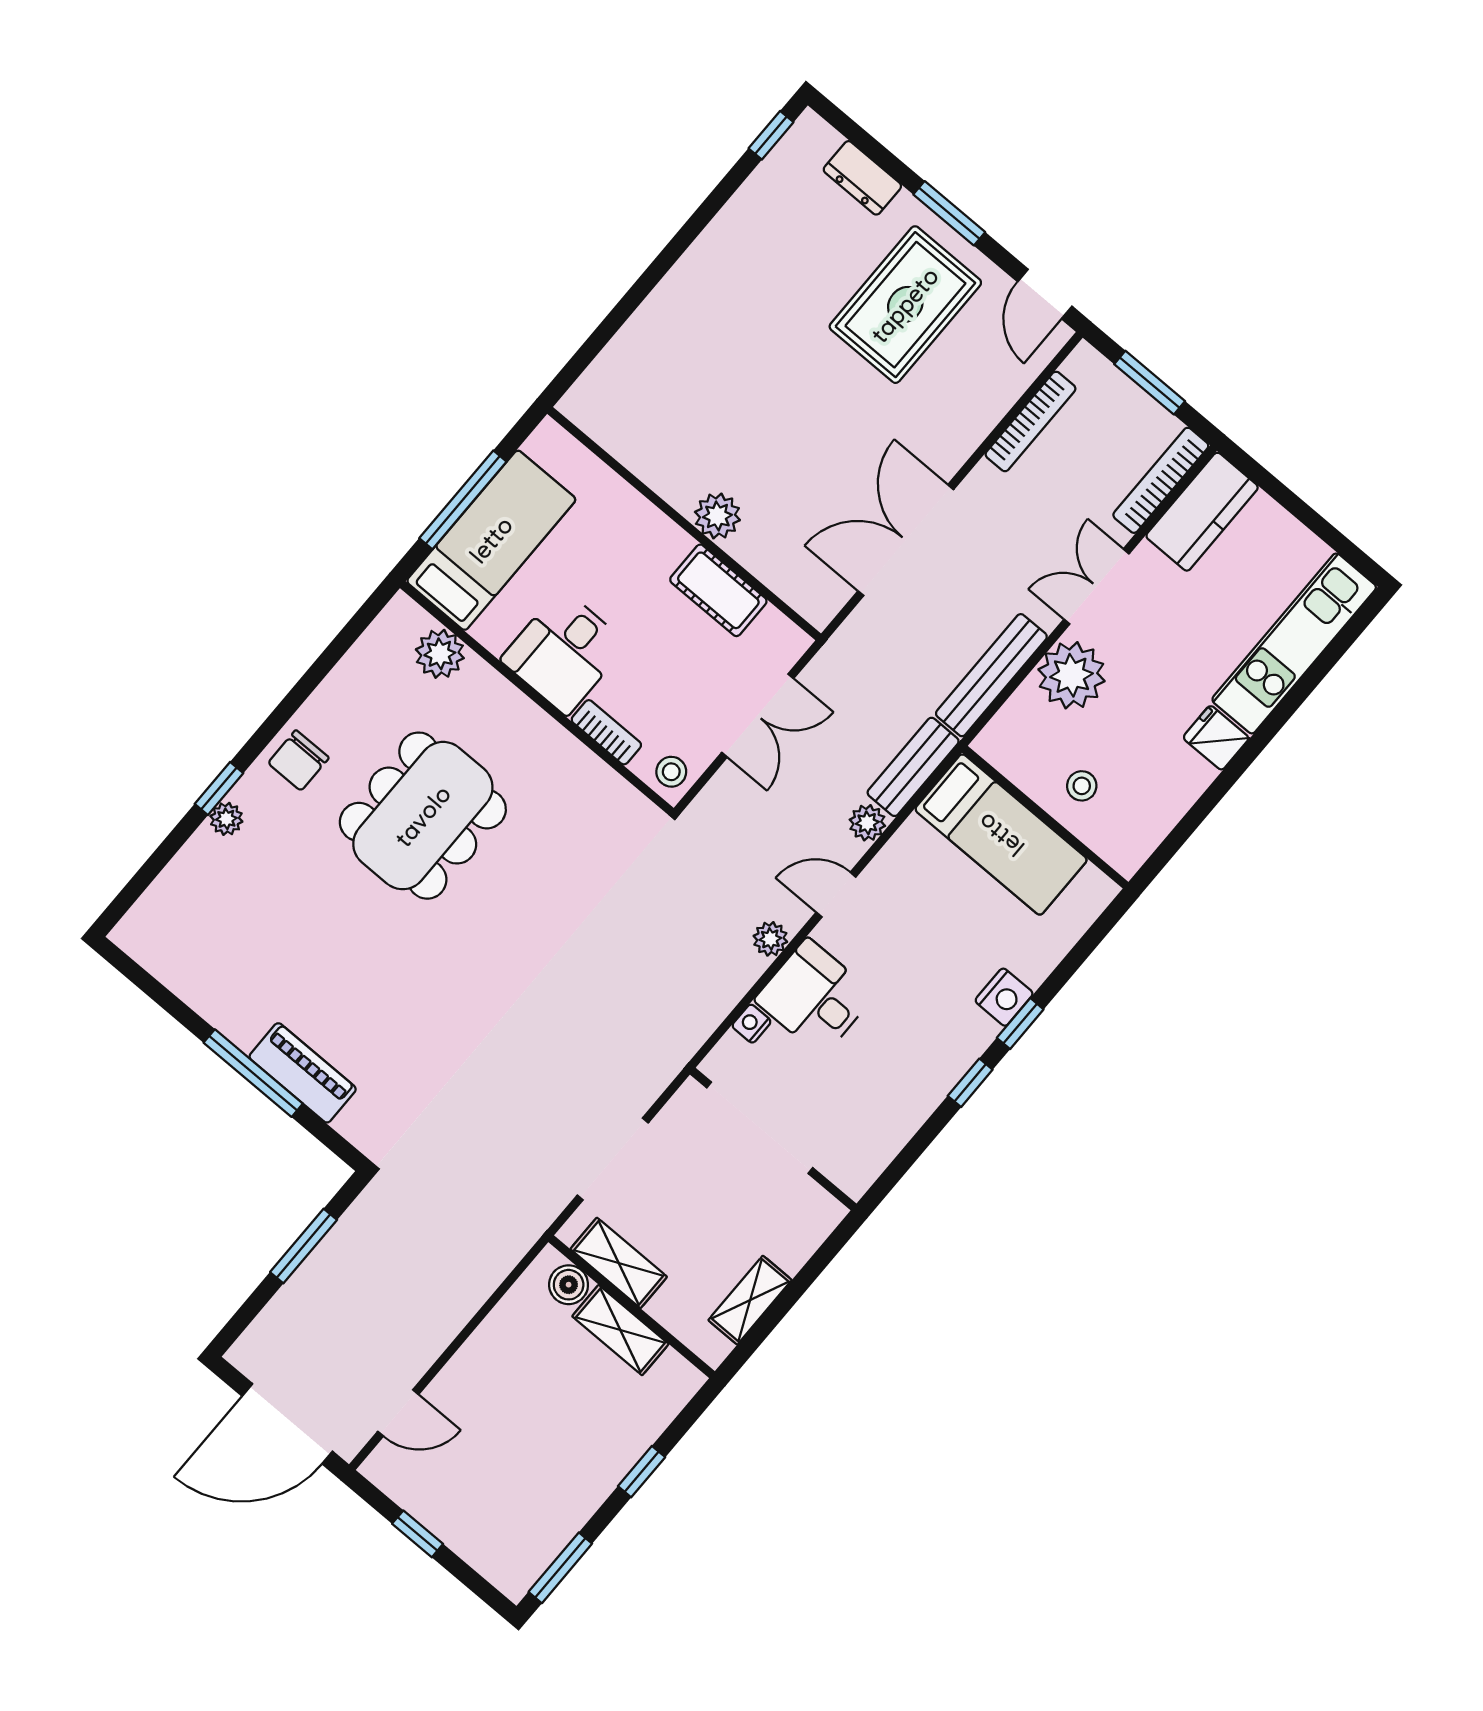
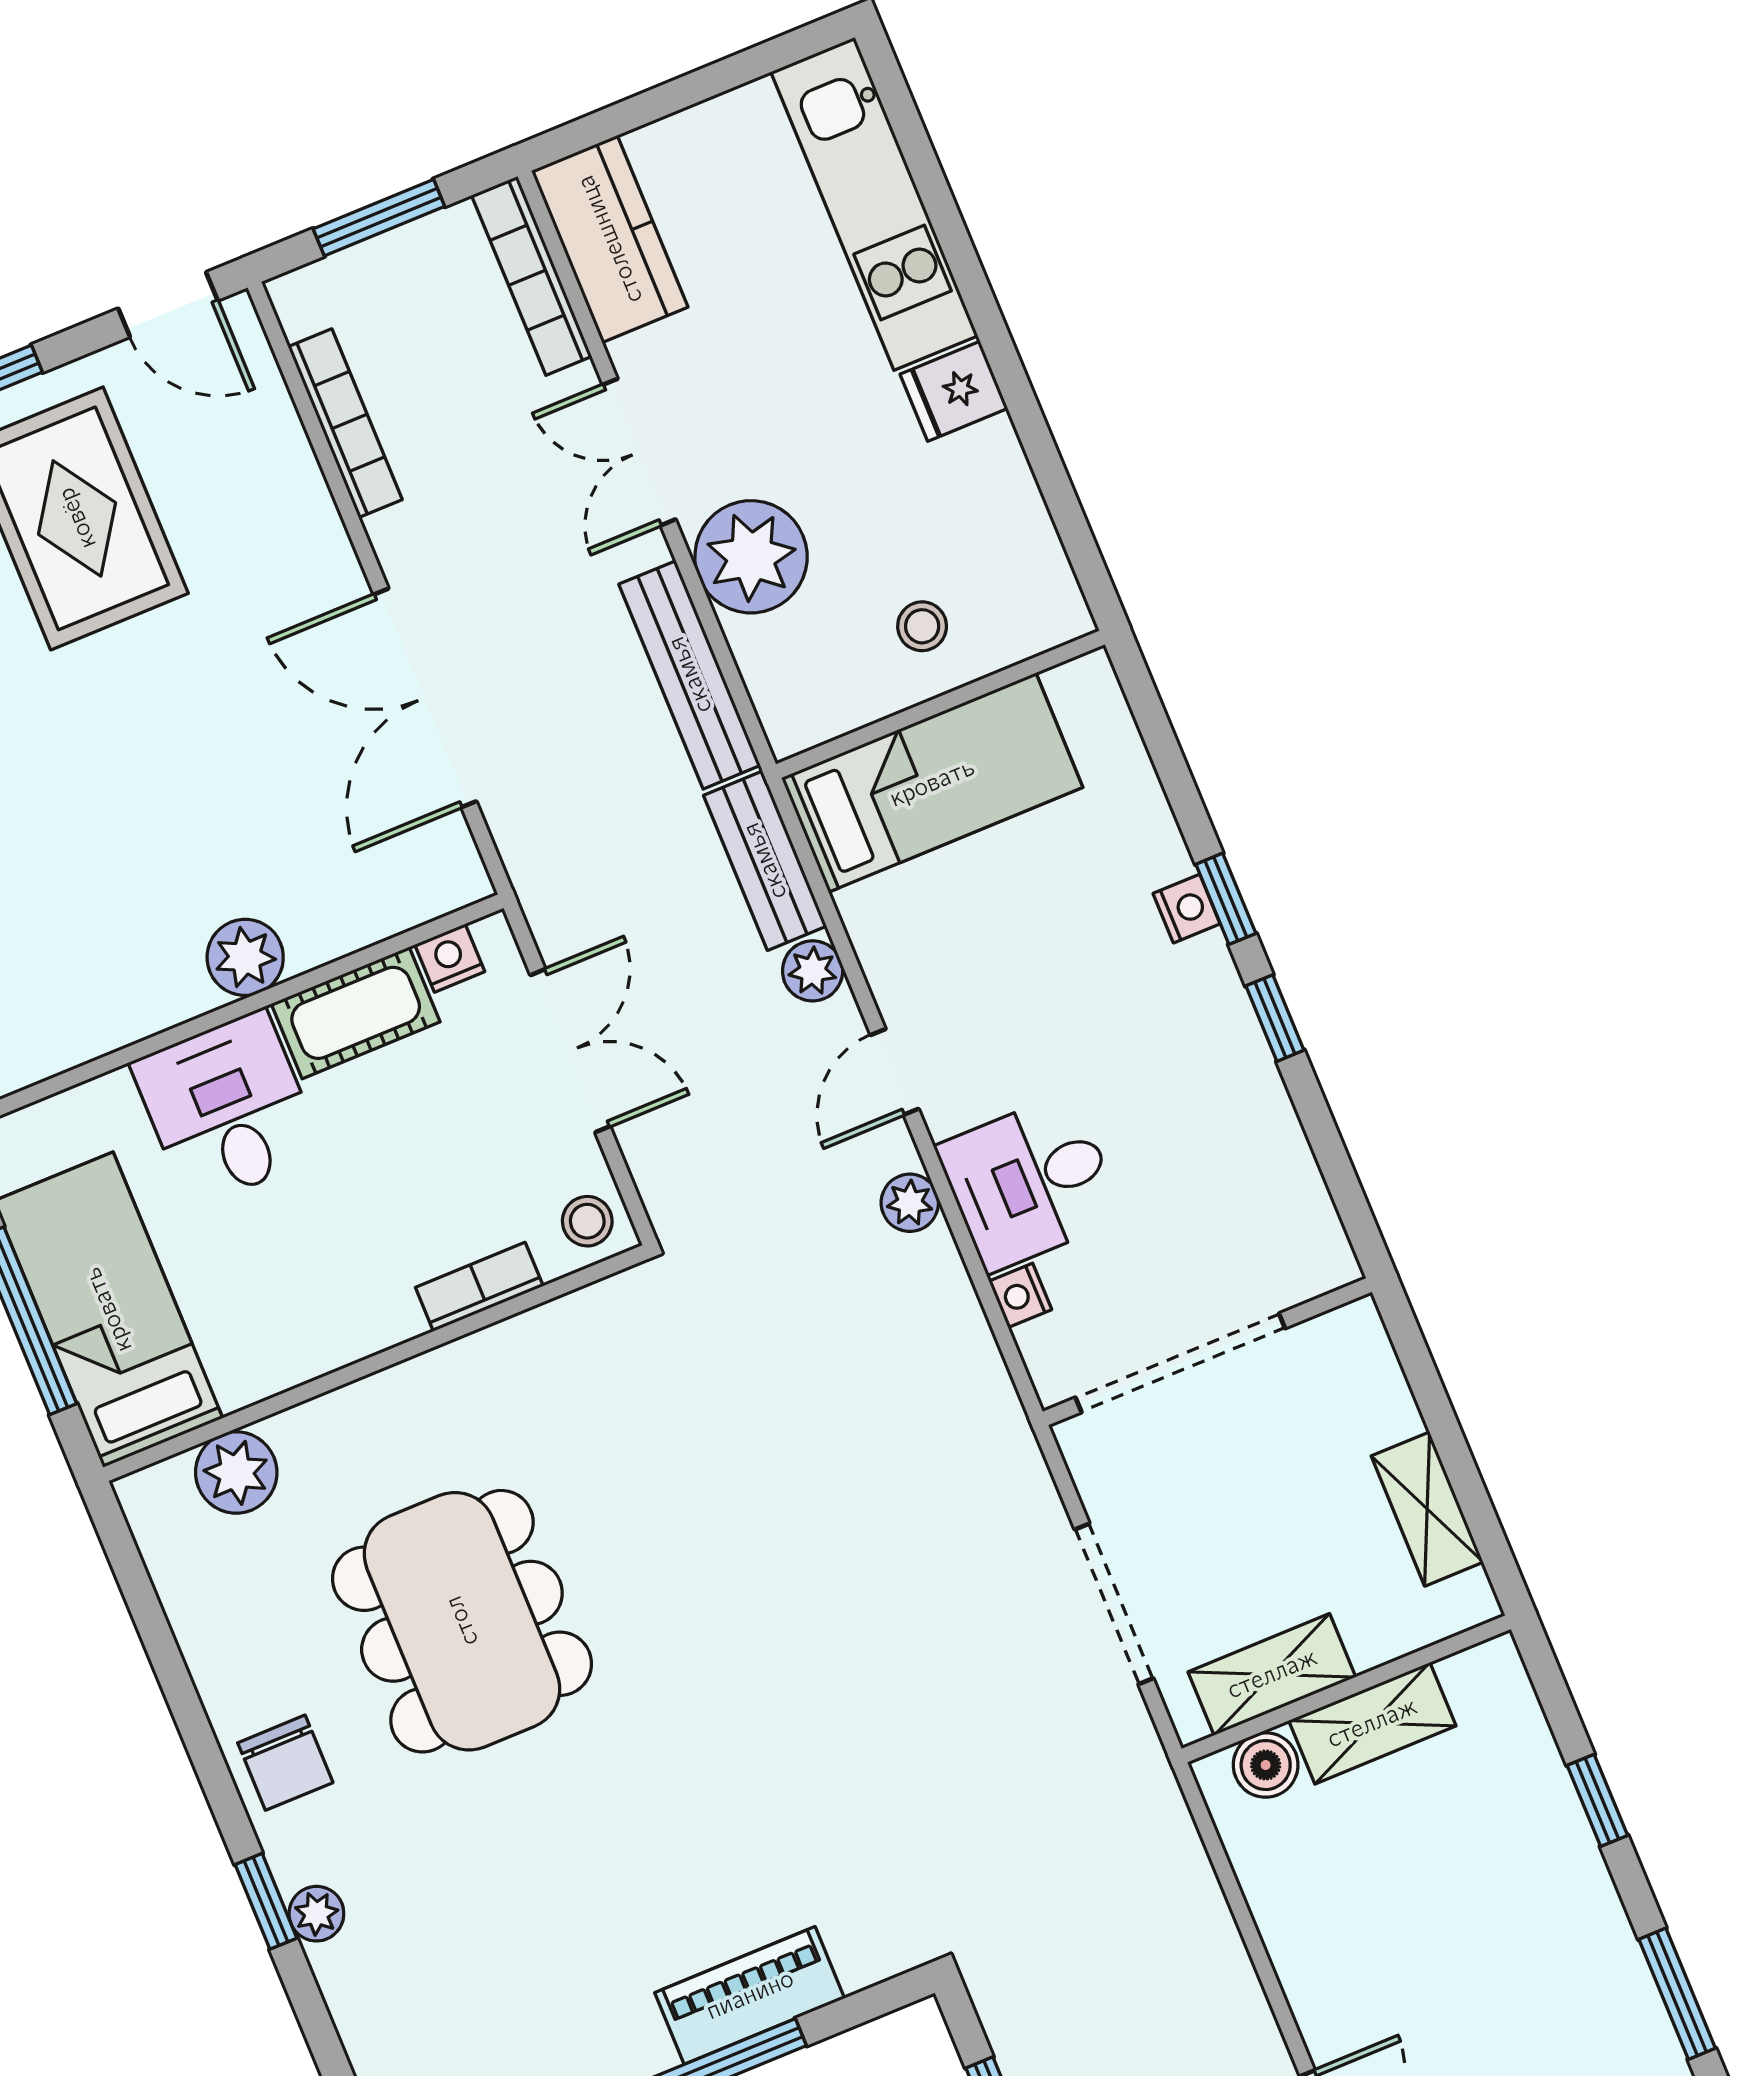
nightstand: (774, 625) -> (450, 958), added
desk: (564, 652) -> (227, 1109), moved, turned 180
nightstand: (1004, 997) -> (1187, 909), width x0.72, depth x0.74

